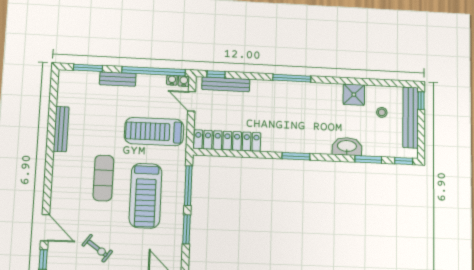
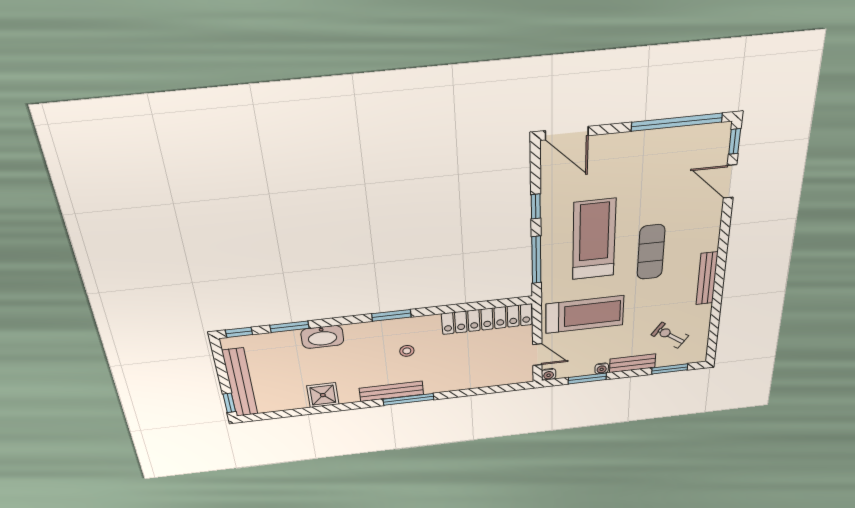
window: (154, 71) -> (587, 379), width x0.47
window: (216, 74) -> (508, 388), removed
water cooler: (172, 80) -> (602, 369), moved
bench: (226, 84) -> (391, 391), moved
stool: (382, 112) -> (407, 351), moved
bench: (61, 129) -> (707, 278), moved
window: (186, 229) -> (536, 207), width x0.67
exercise bike: (97, 248) -> (670, 335), moved

